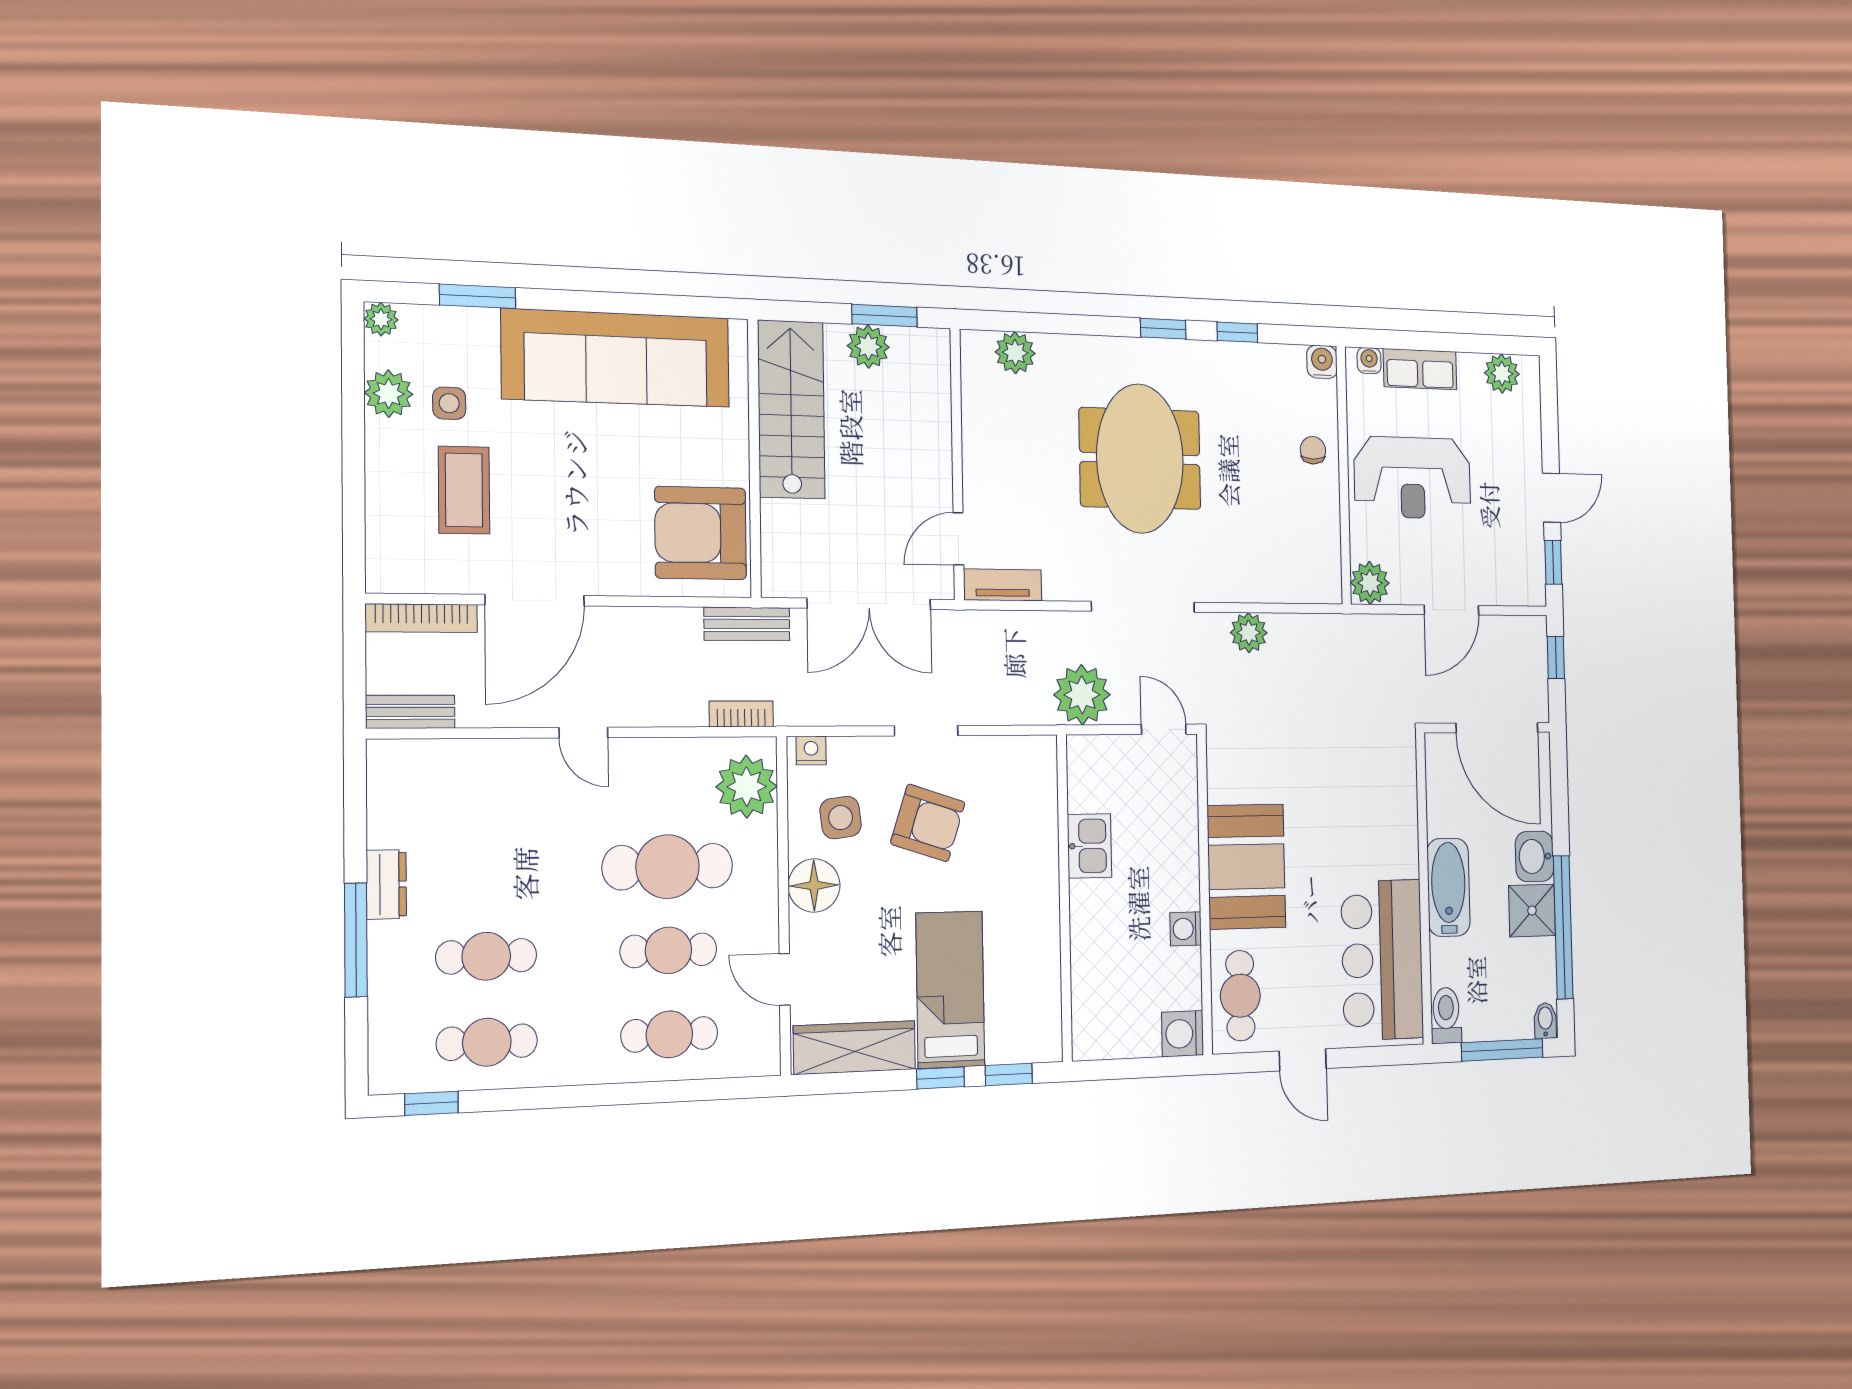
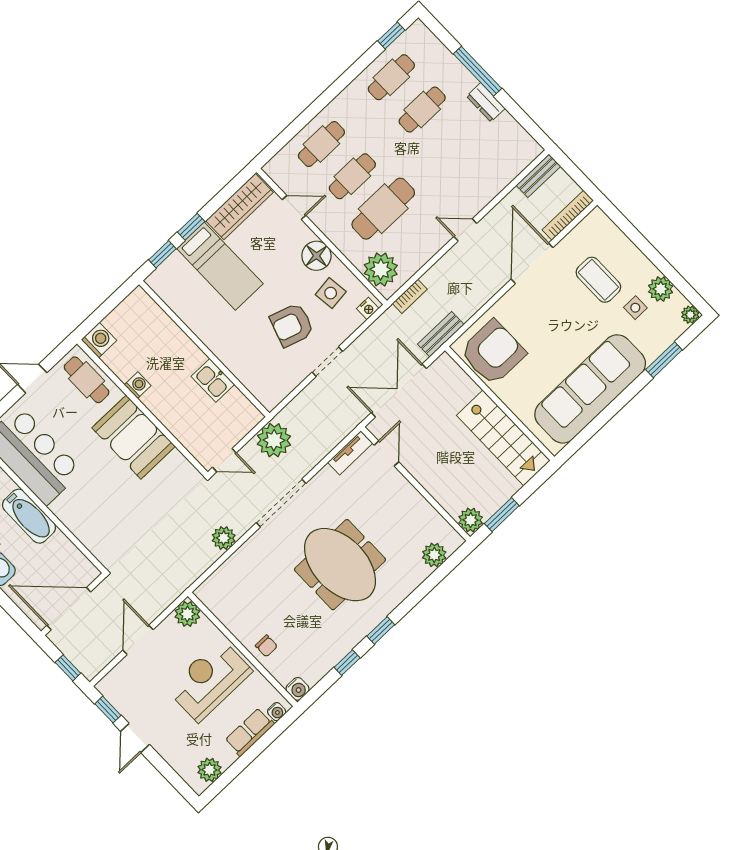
plant: (868, 347) -> (471, 520), moved

